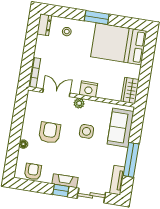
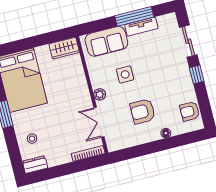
nightstand: (89, 89) -> (81, 91), removed
tv unit: (117, 180) -> (141, 27), moved
fireplace: (65, 181) -> (185, 75), removed

